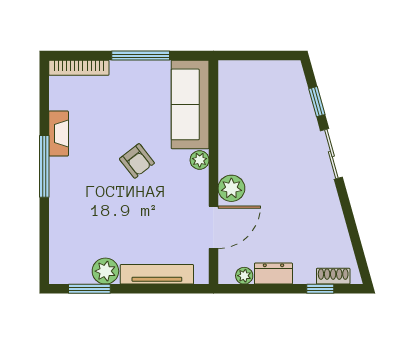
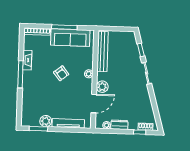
sofa: (190, 104) -> (70, 38), moved, turned -90
bench: (229, 108) -> (103, 51), added

